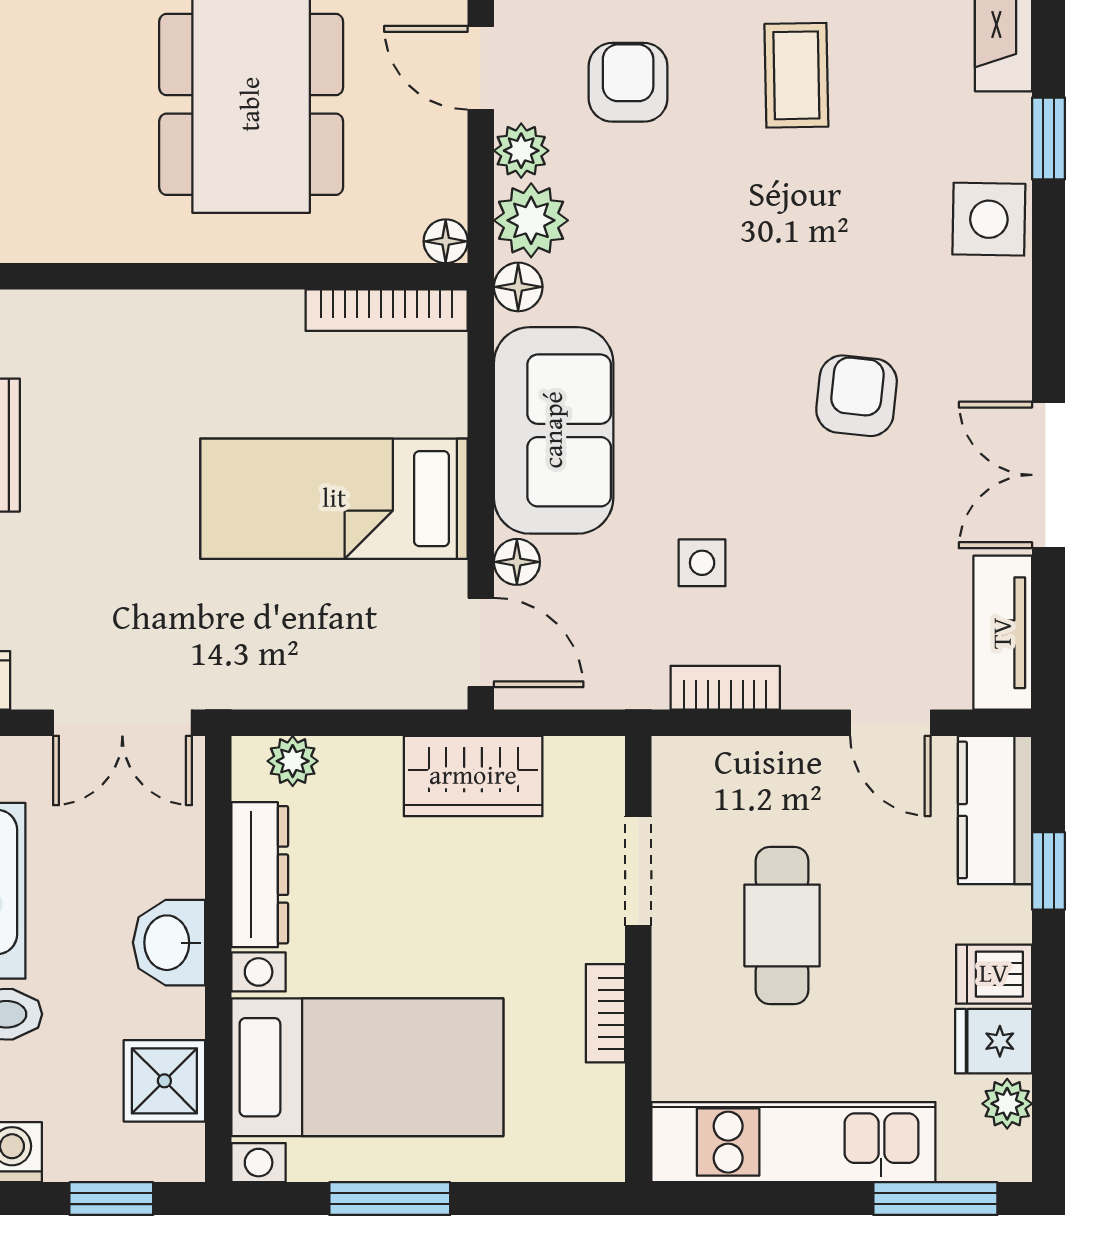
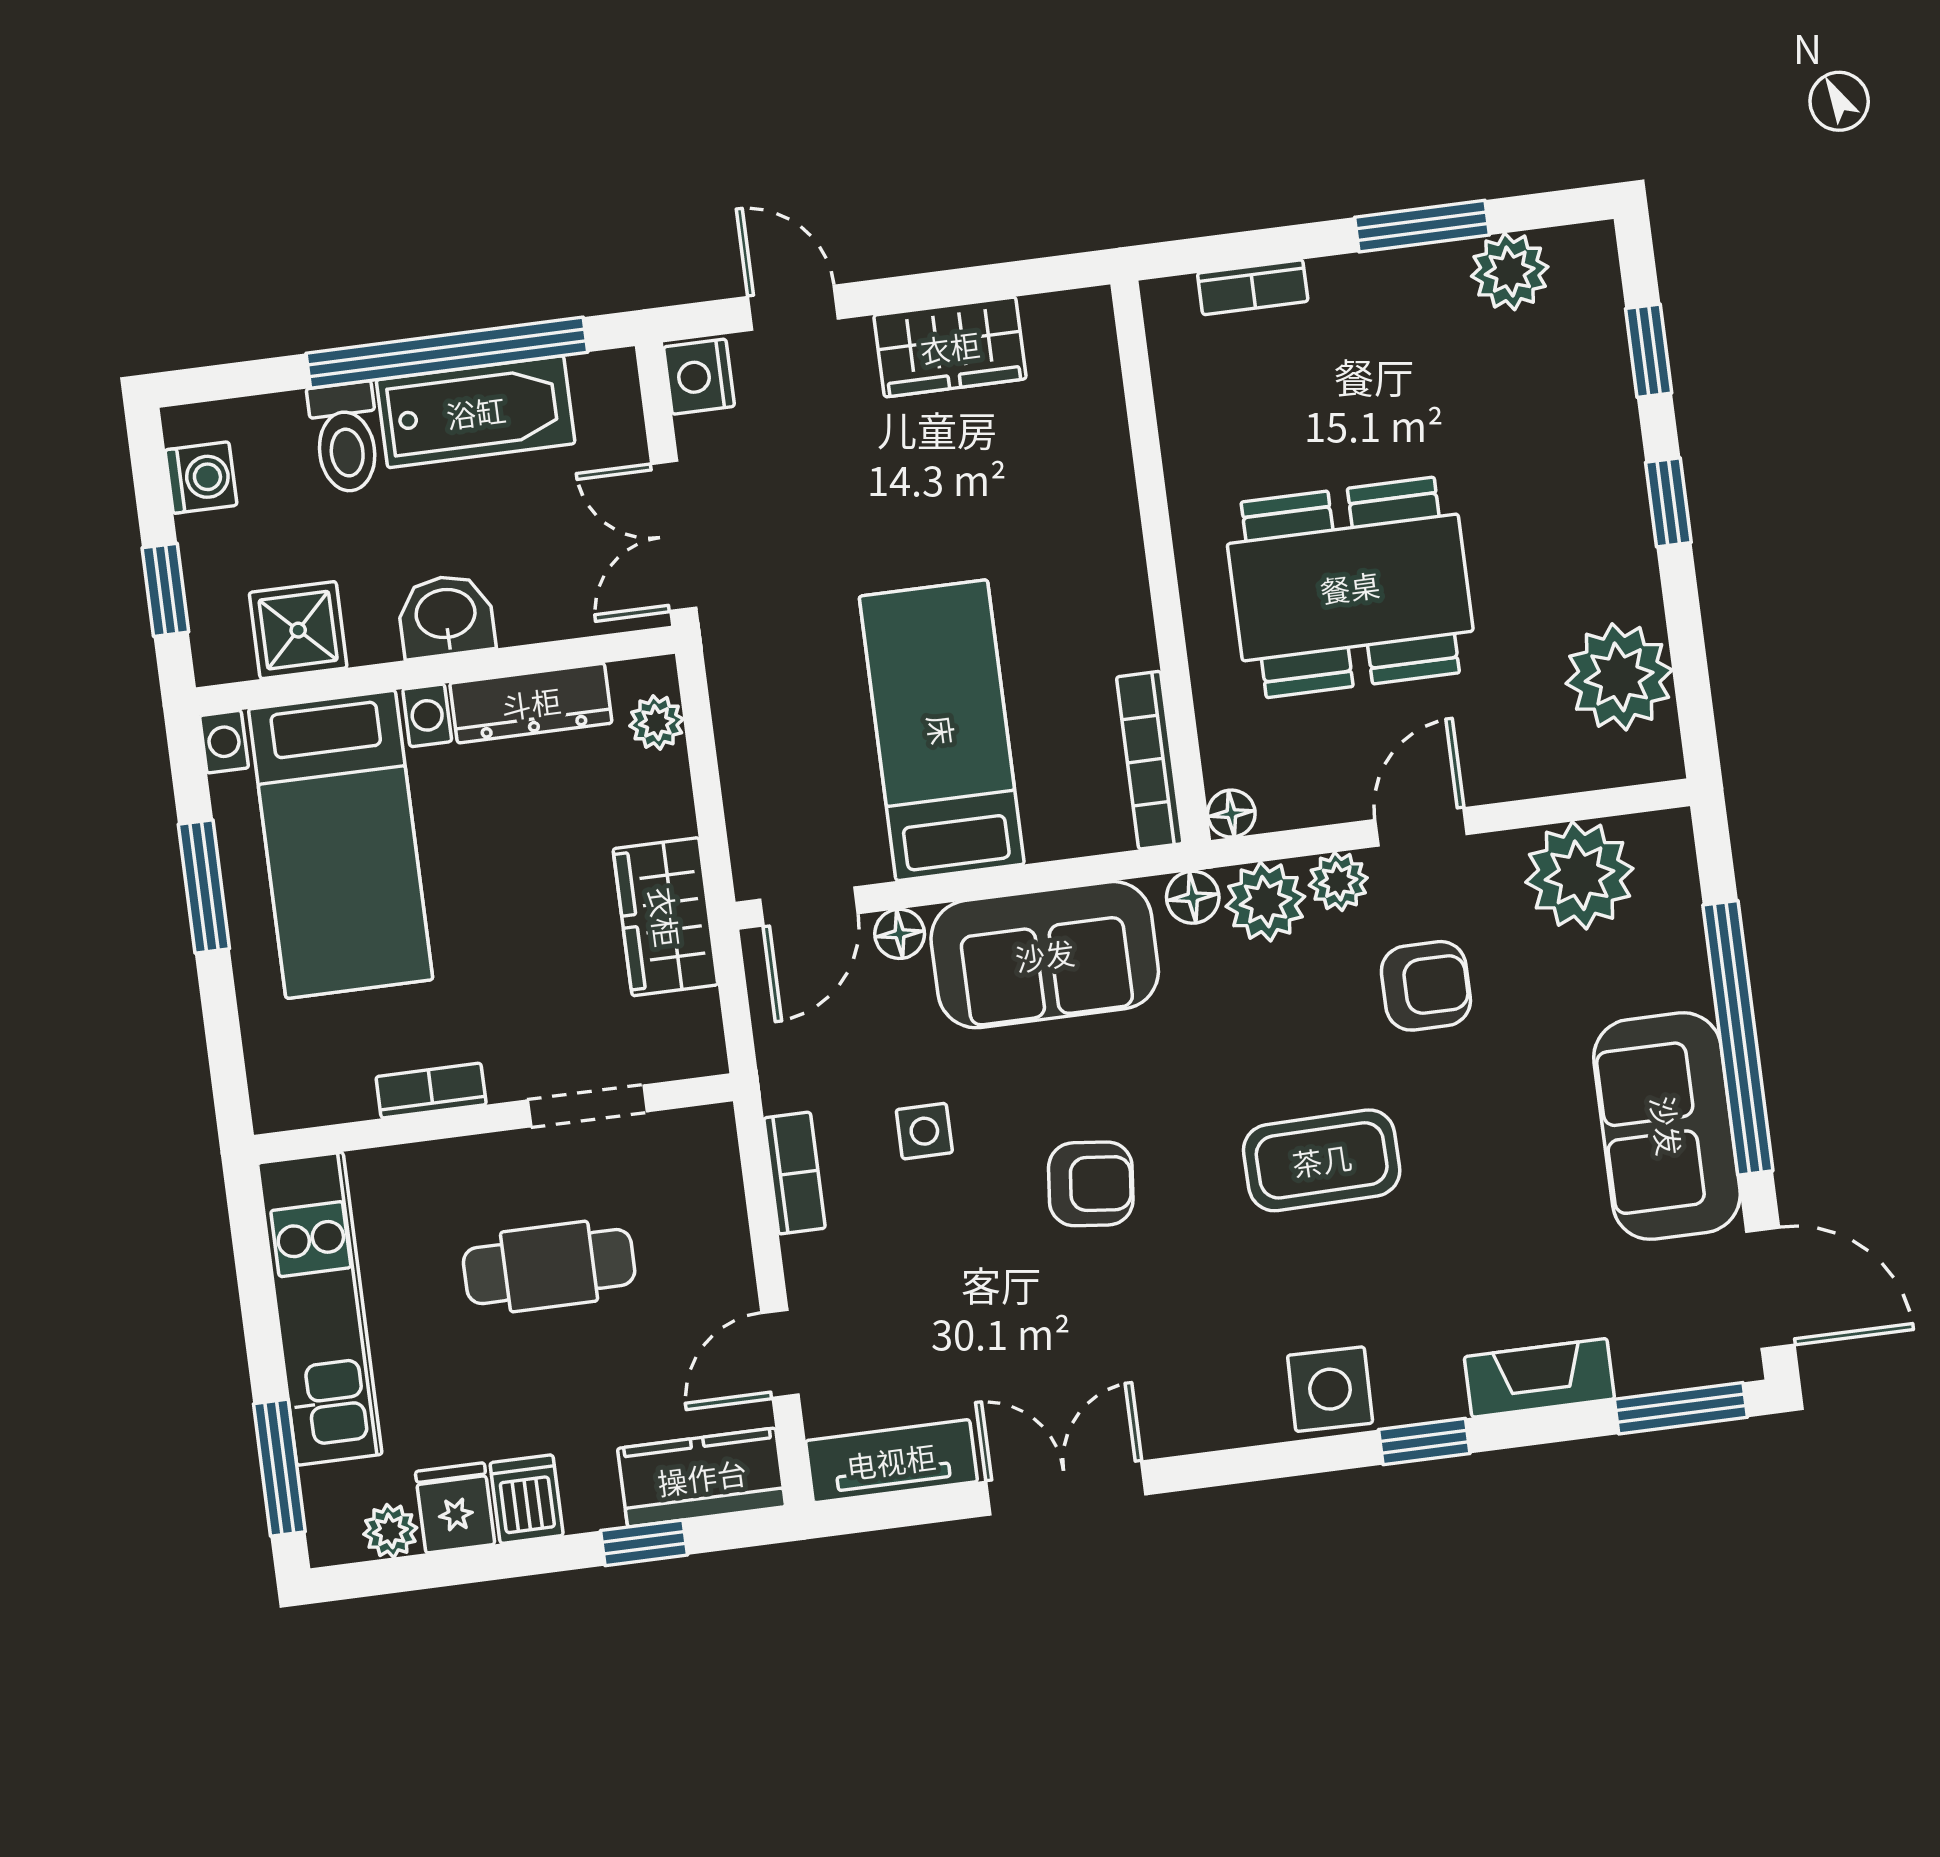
coffee table: (796, 75) -> (1322, 1160), moved, width x1.36, depth x1.30
armchair: (857, 396) -> (1091, 1184), moved

